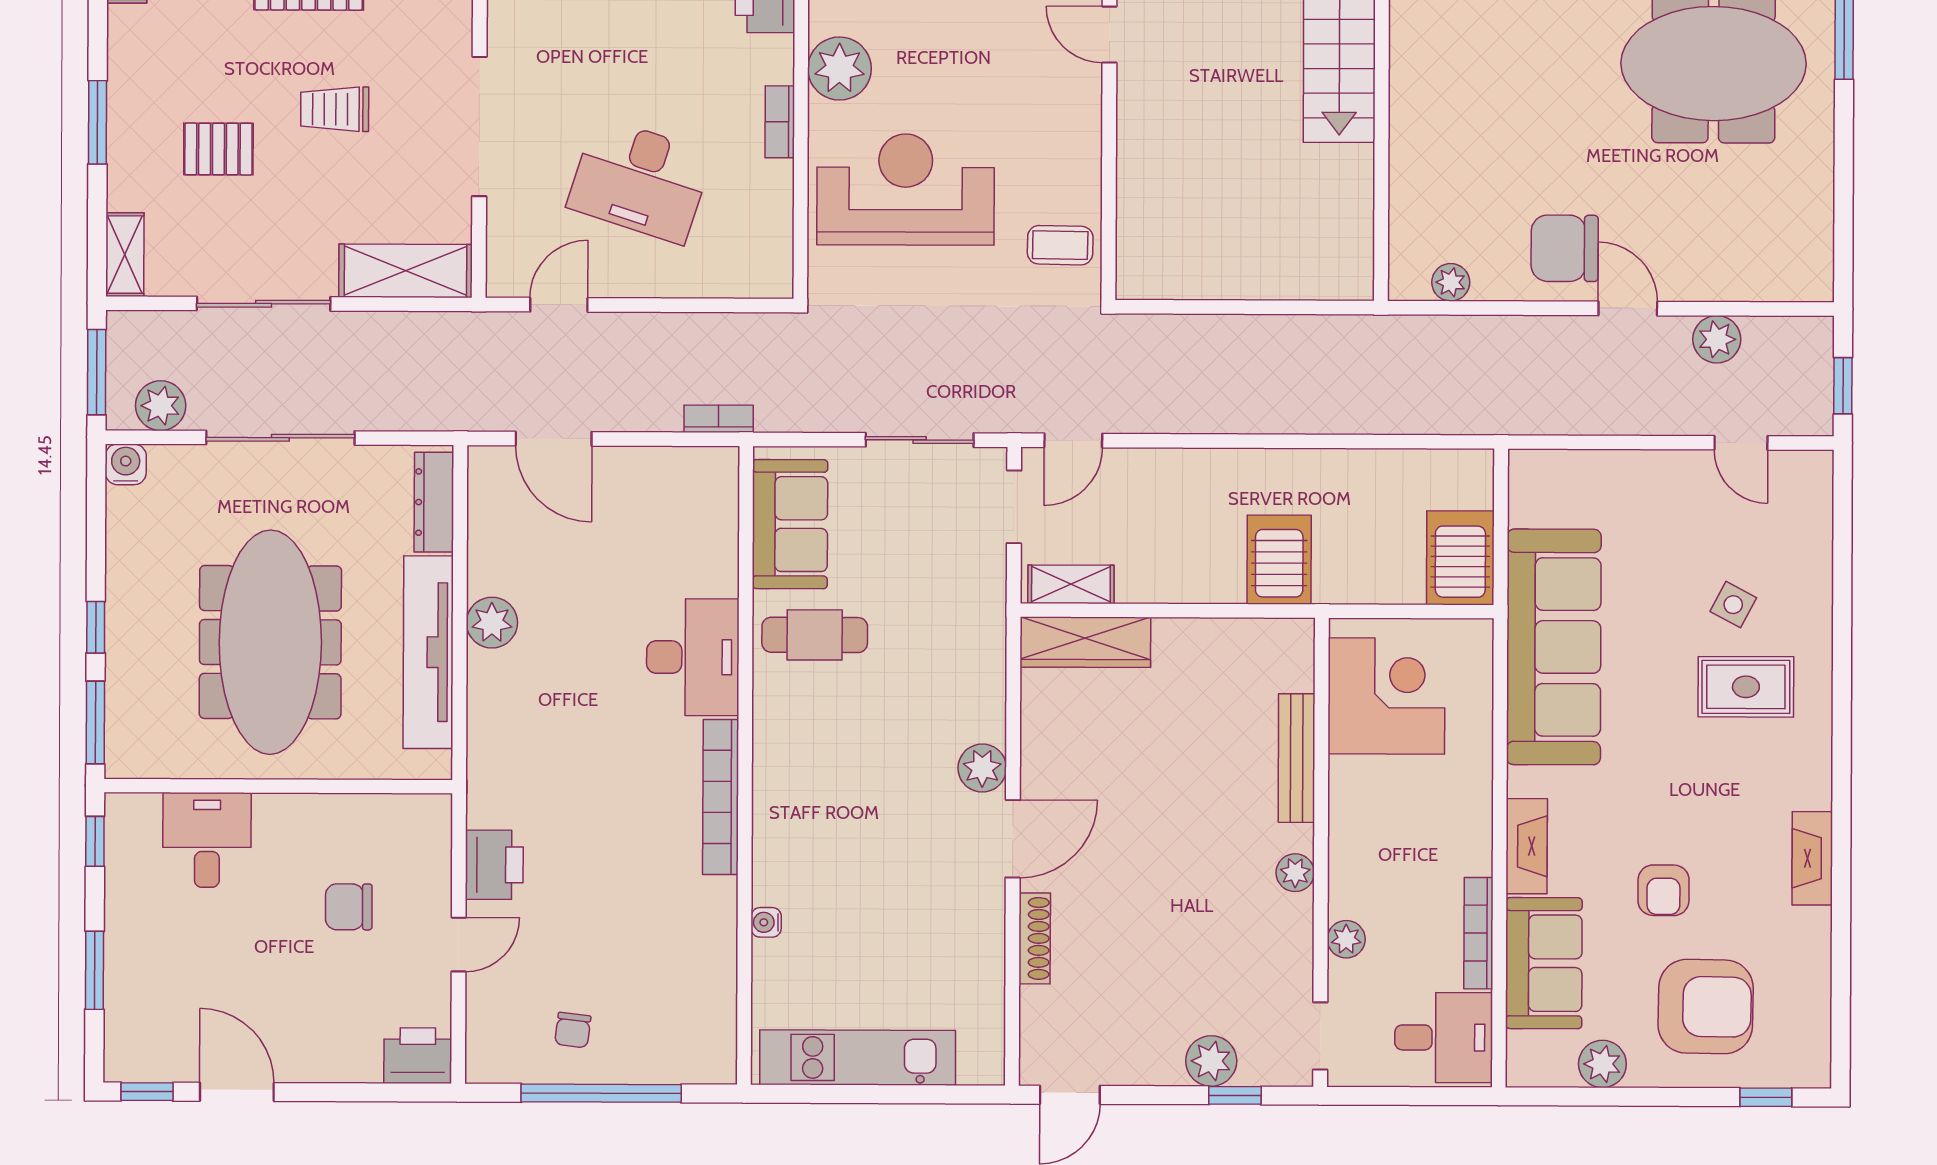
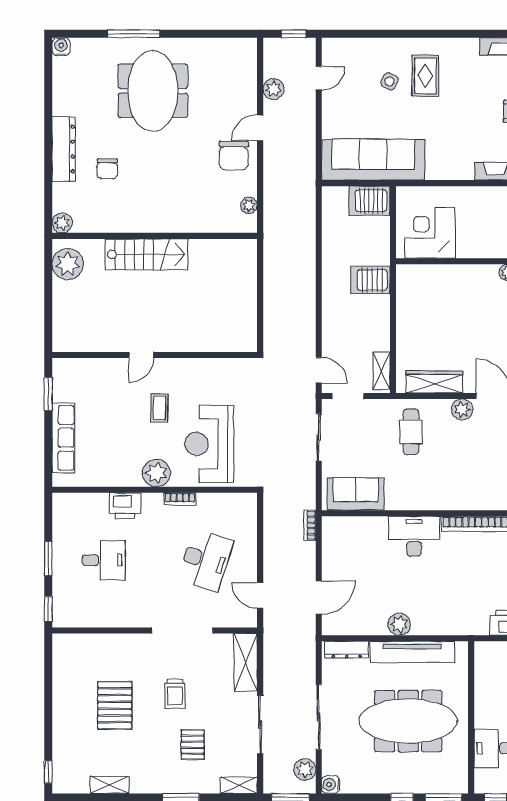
coffee table: (1060, 245) -> (159, 408), moved
cafe table: (815, 635) -> (411, 432), moved
wardrobe: (1085, 642) -> (434, 382), moved, turned -90
sofa: (1554, 647) -> (373, 160), moved
bench: (1297, 758) -> (457, 272), removed

